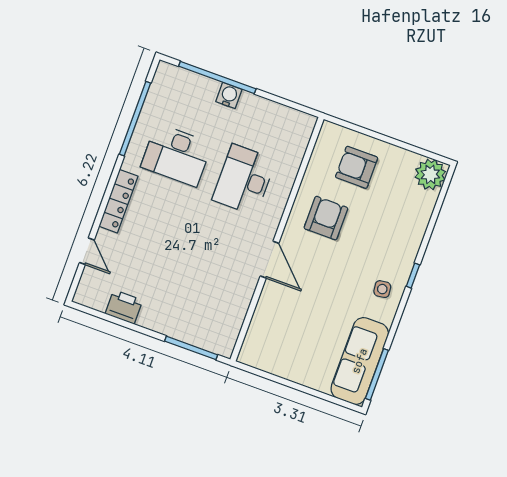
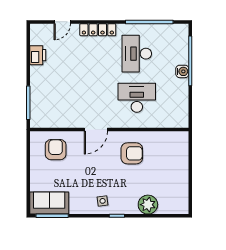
armchair: (357, 167) -> (56, 150), moved
plant: (430, 174) -> (148, 205), moved
sofa: (360, 361) -> (49, 203), width x0.73

